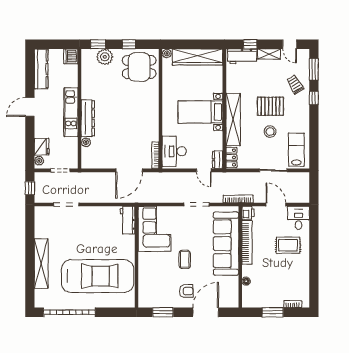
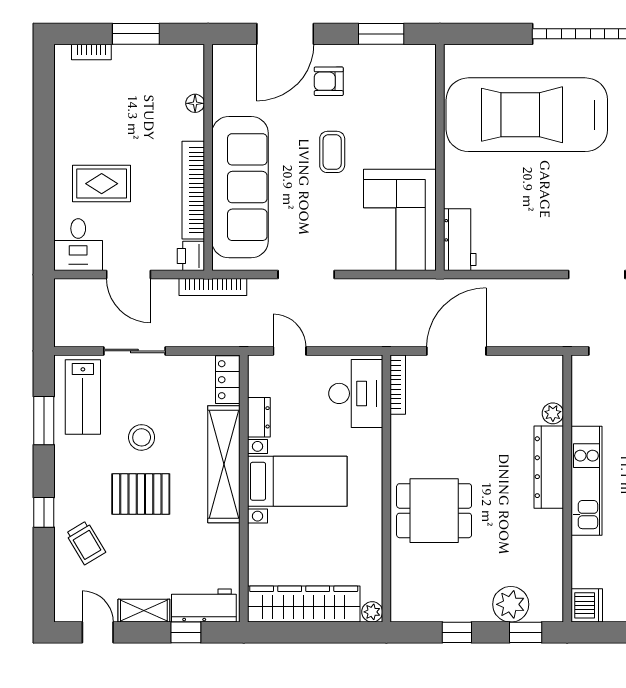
dining table: (139, 67) -> (434, 511), moved
window: (314, 69) -> (44, 421), moved
dresser: (218, 160) -> (259, 417), moved

